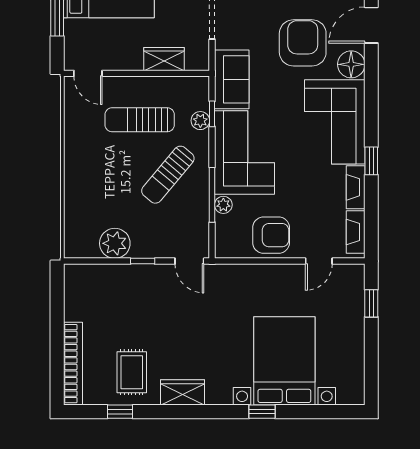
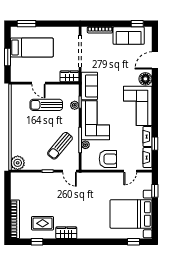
armchair: (303, 43) -> (123, 69), removed
wardrobe: (164, 59) -> (70, 76), moved
door: (88, 73) -> (38, 83), moved
window: (371, 161) -> (155, 144), moved
sun lounger: (168, 175) -> (60, 146), moved
plant: (115, 243) -> (18, 163), moved
bed with nightstands: (284, 361) -> (131, 214), moved, turned -90
rug: (132, 372) -> (43, 223), turned 90
window: (262, 412) -> (133, 242), moved

